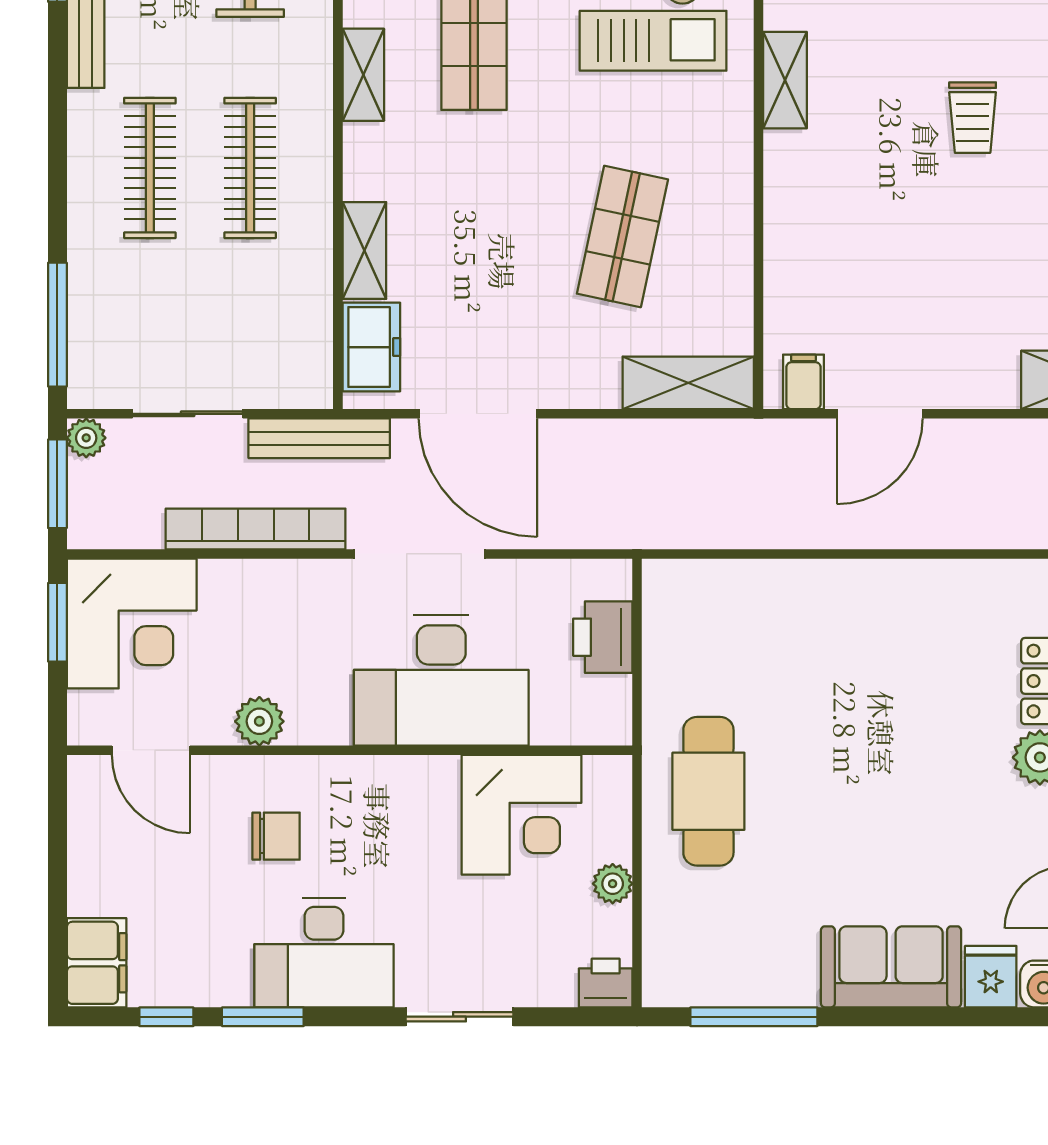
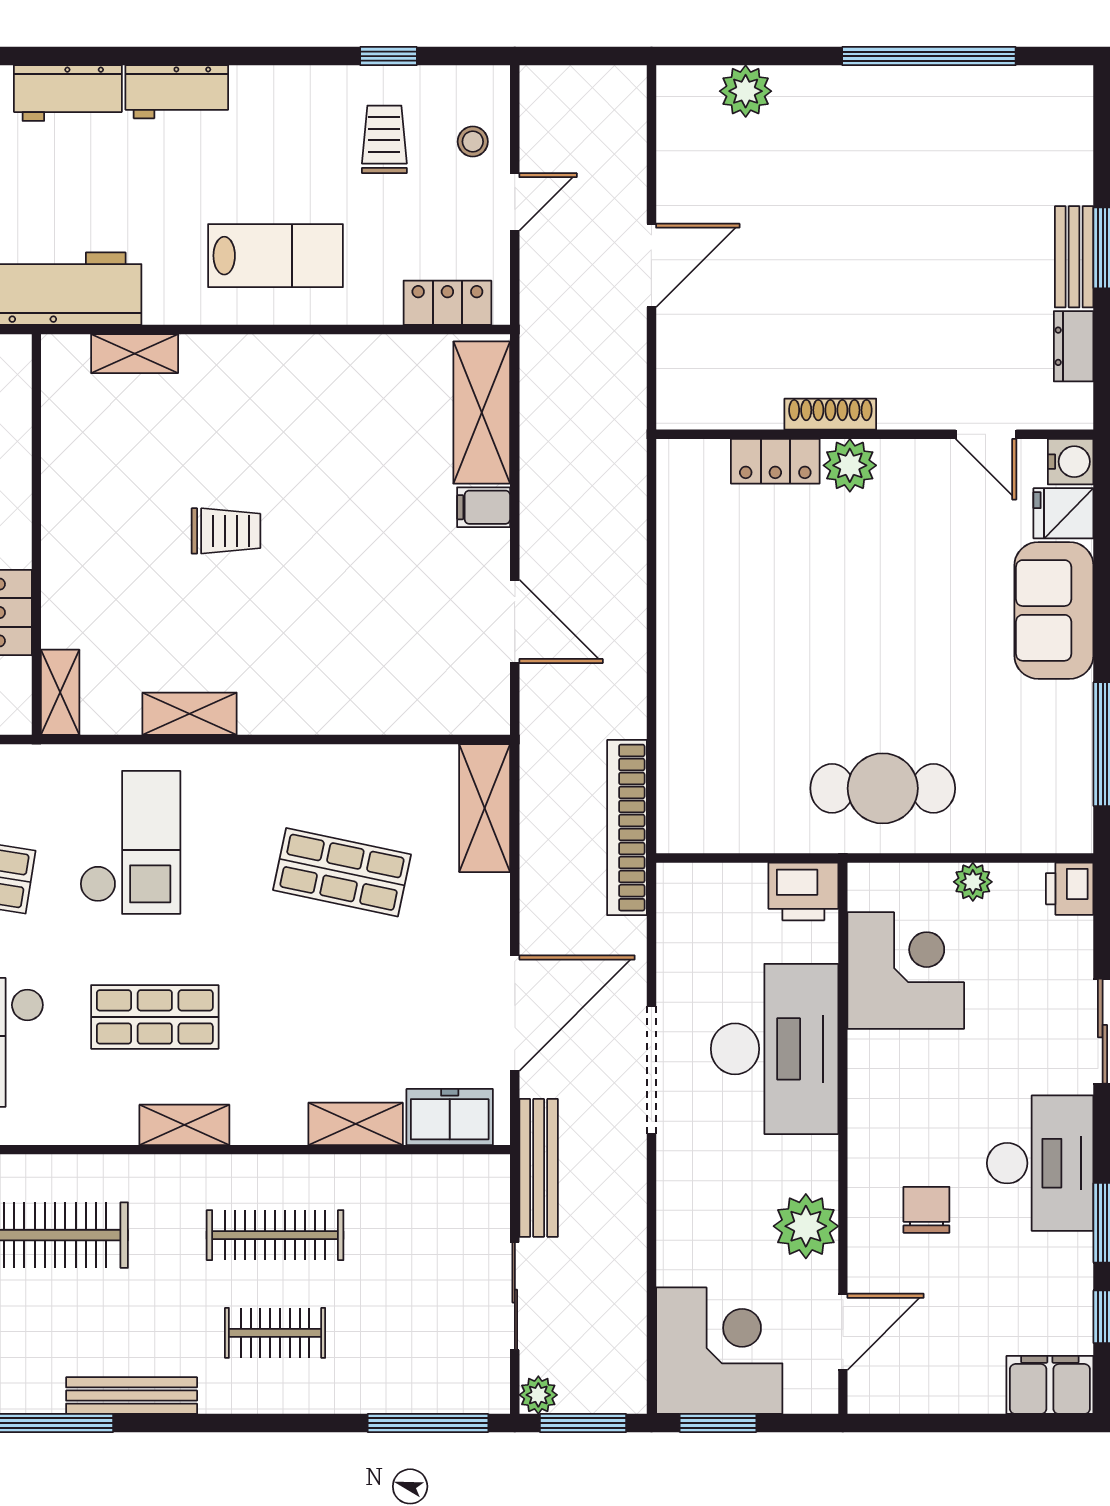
clothes rail: (150, 168) -> (275, 1333), width x0.73
filing cabinet: (803, 382) -> (484, 507), moved
bookcase: (256, 529) -> (627, 828), moved
printer: (603, 637) -> (803, 891), moved
plant: (259, 721) -> (806, 1226), width x1.36, depth x1.36

